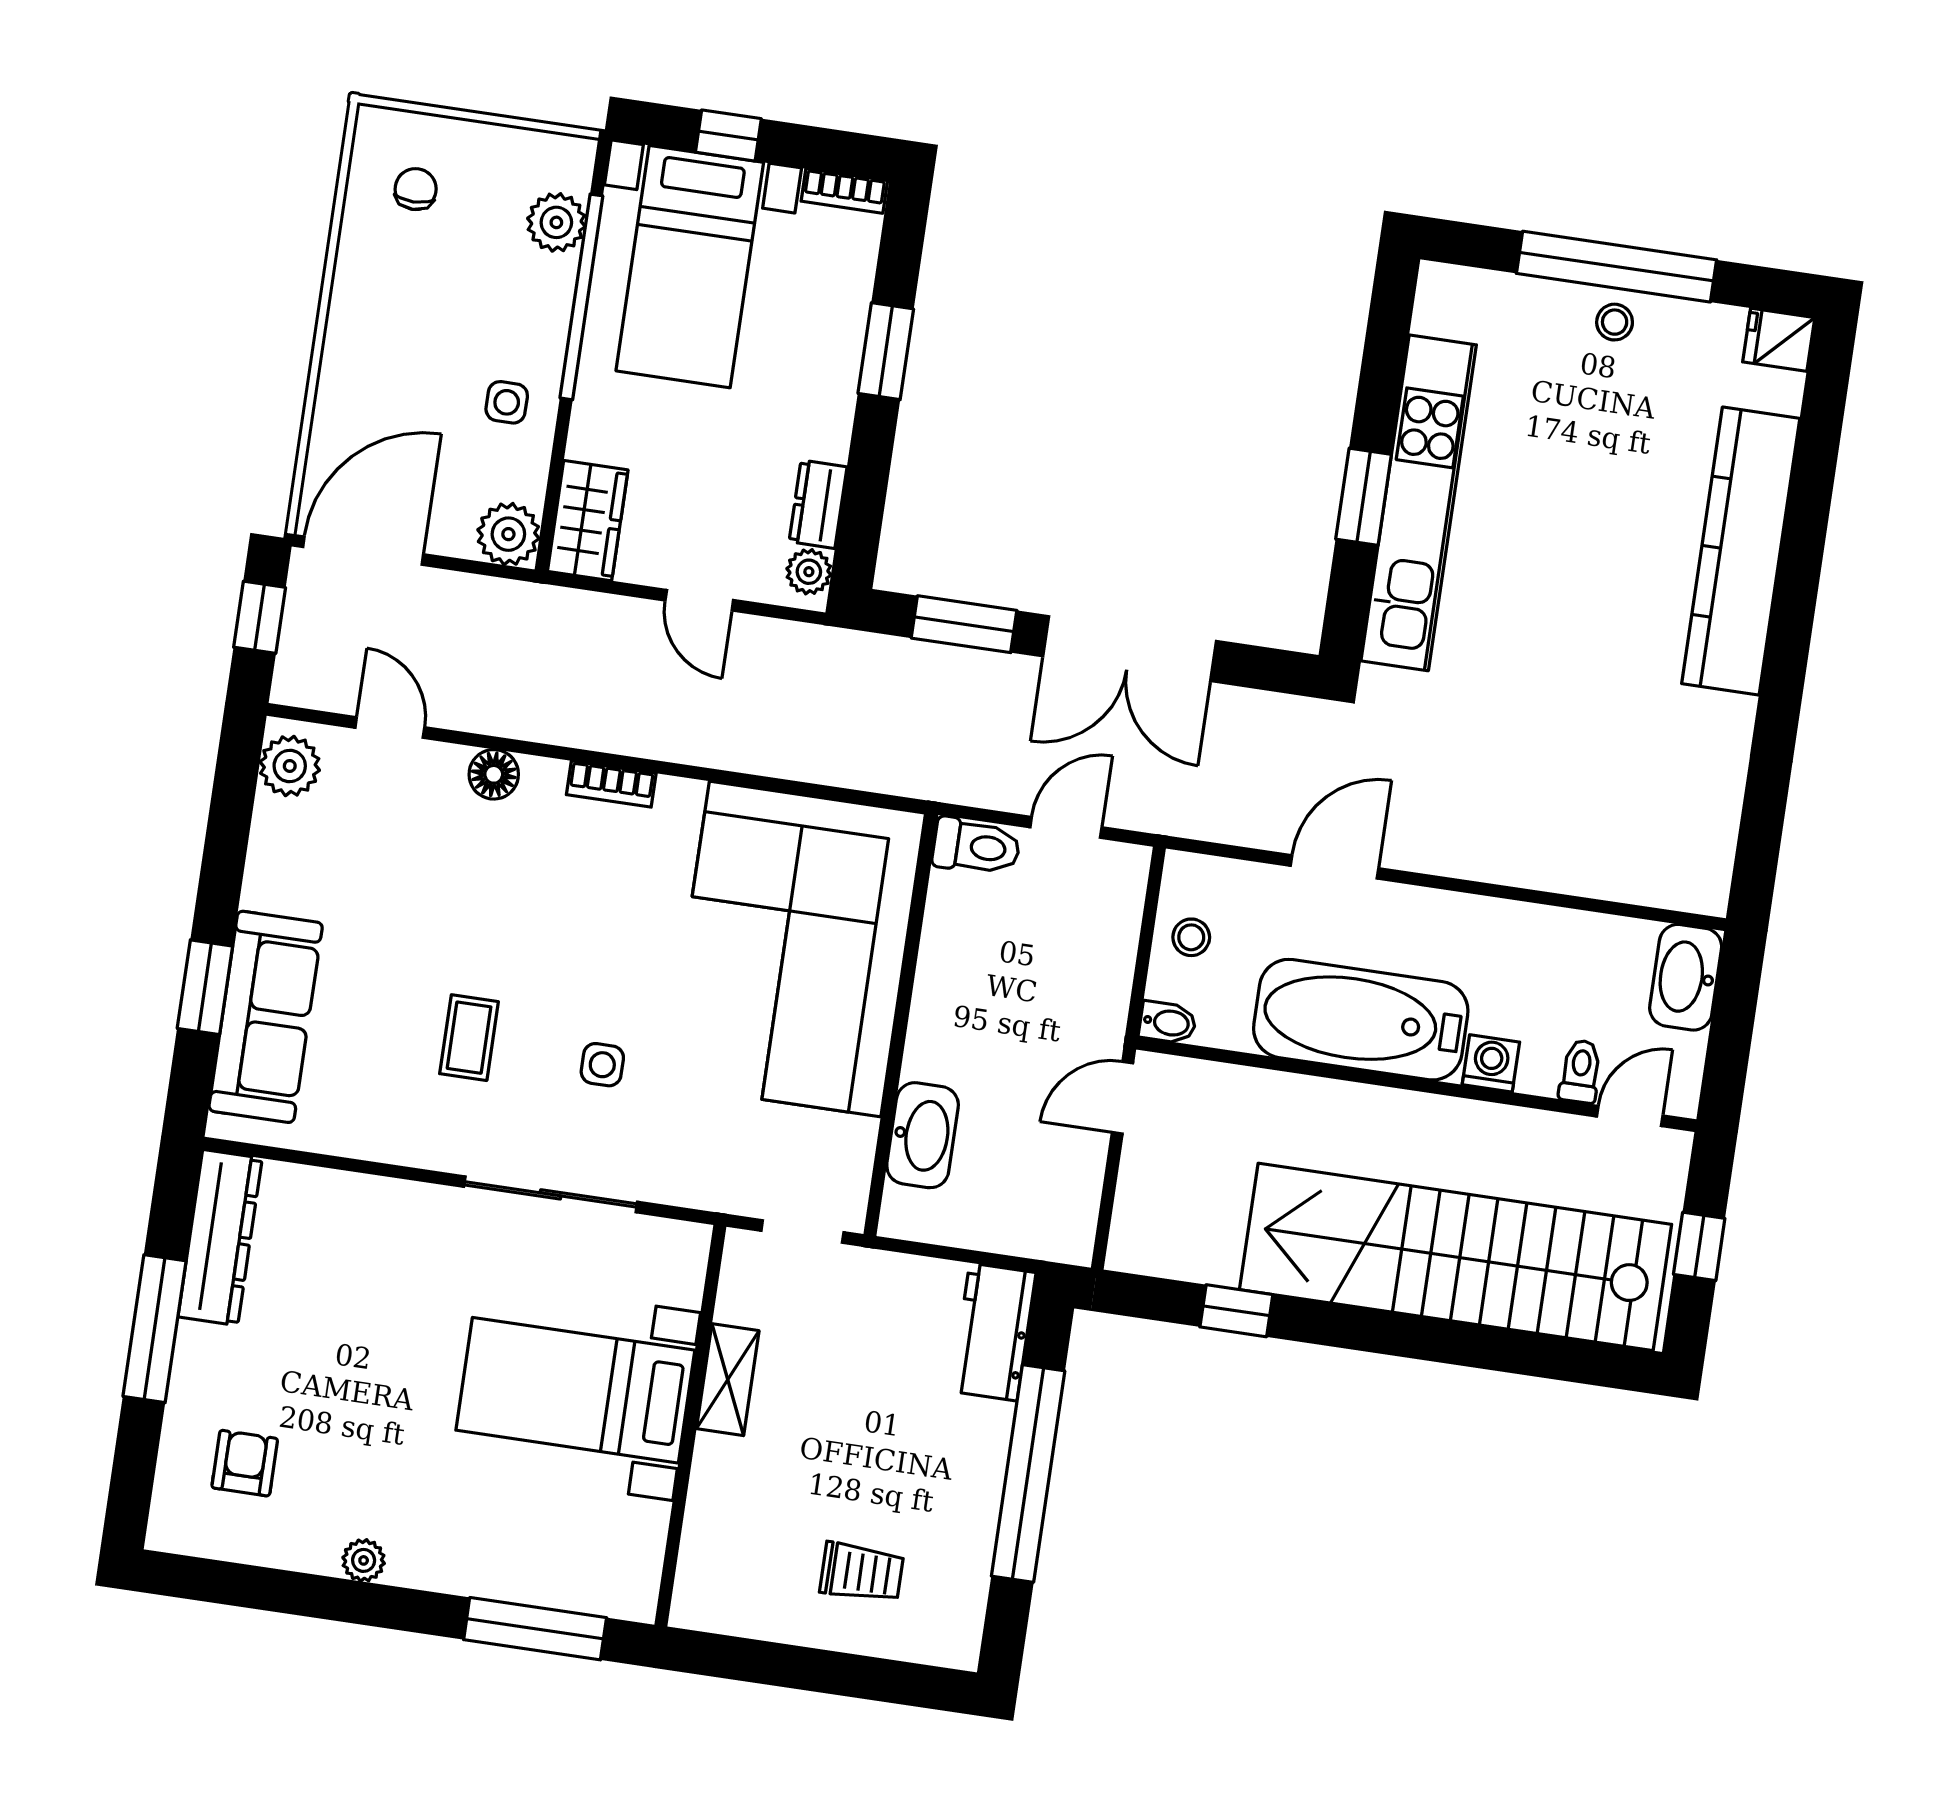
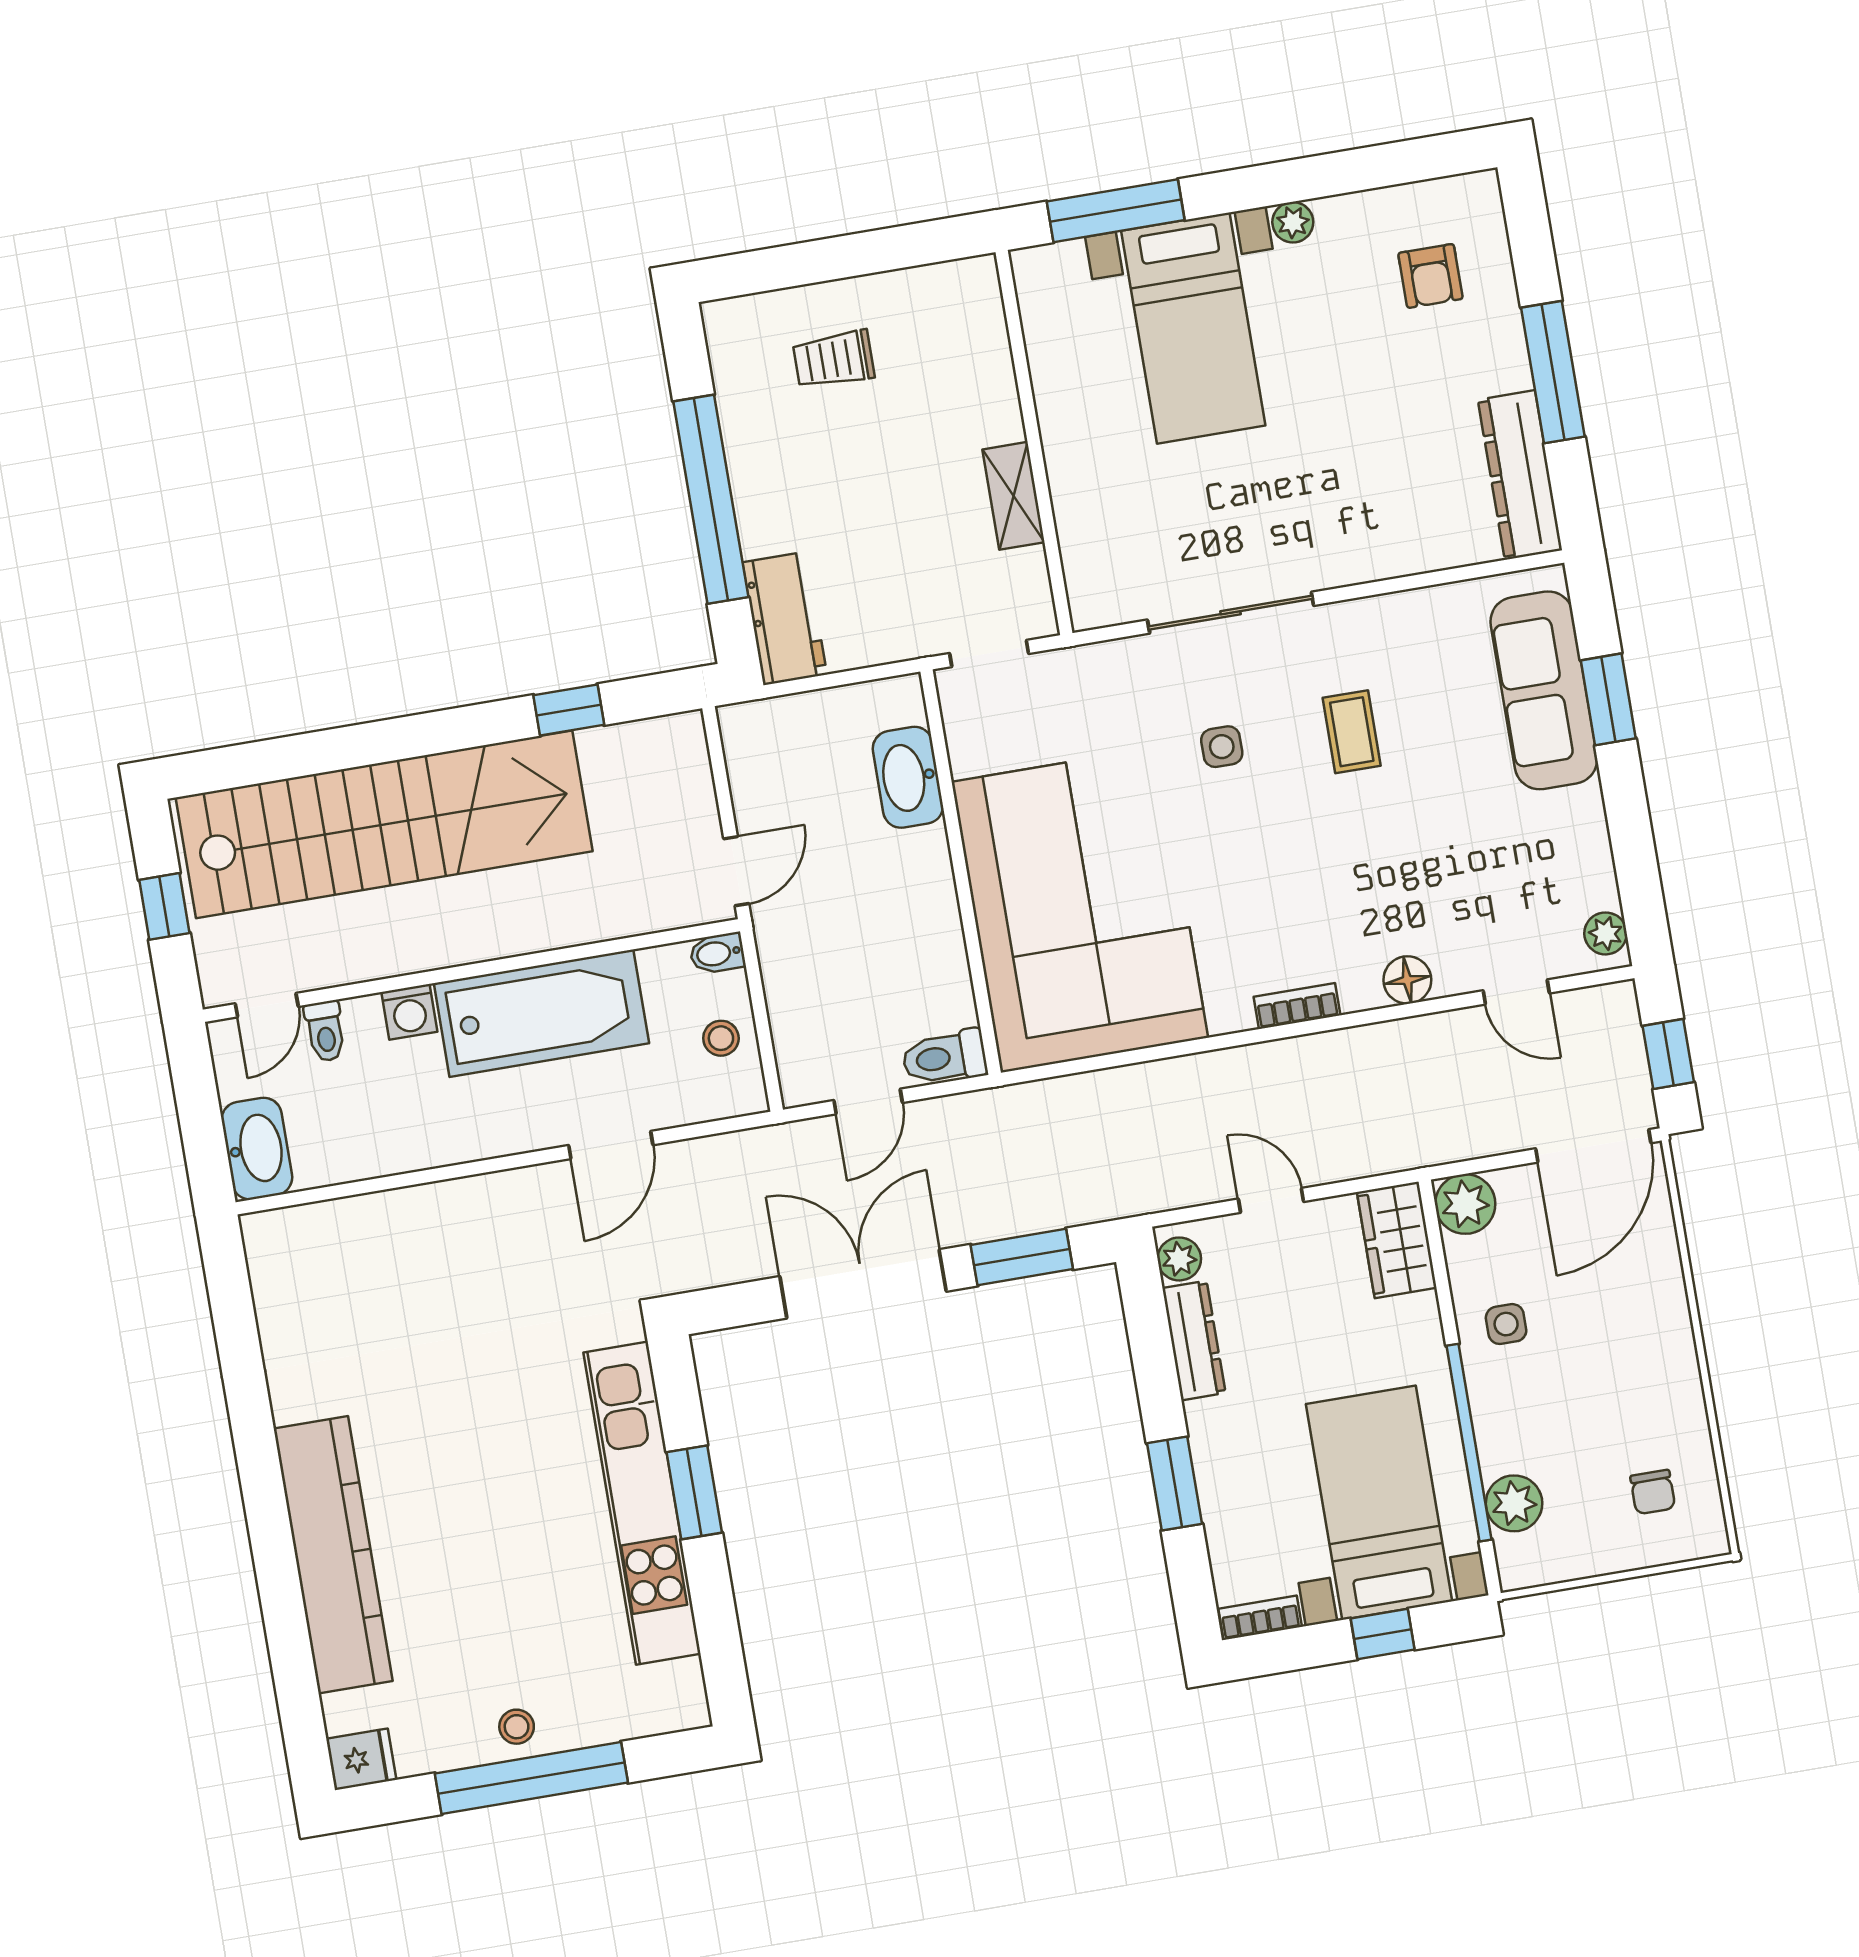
dresser: (818, 504) -> (1194, 1340), width x1.44
plant: (290, 766) -> (1606, 933), width x0.73, depth x0.73
bed with nightstands: (575, 1390) -> (1193, 328), moved, turned 90

